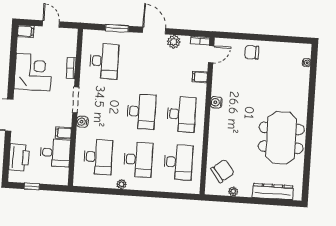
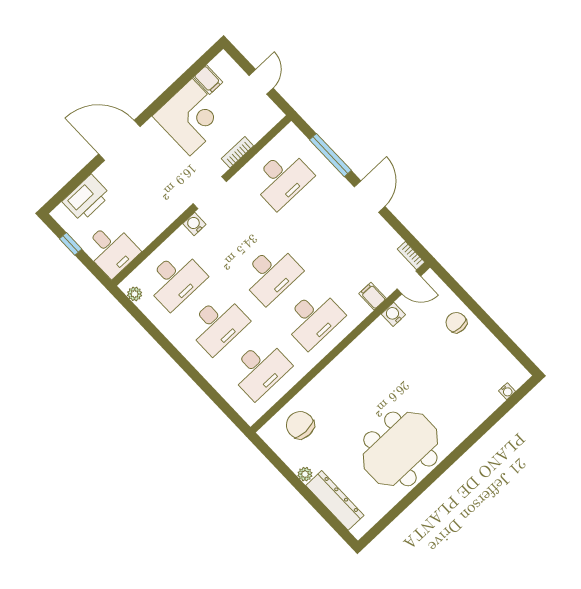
window: (117, 28) -> (330, 155), width x1.44
filing cabinet: (26, 31) -> (208, 80), moved
plant: (174, 42) -> (380, 229), removed
water cooler: (216, 102) -> (393, 314), moved
filing cabinet: (63, 133) -> (162, 217), removed
desk: (55, 153) -> (111, 250), moved
chair: (223, 171) -> (300, 425), turned -142
plant: (122, 184) -> (135, 294), moved
plant: (233, 192) -> (305, 474), moved

